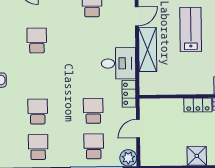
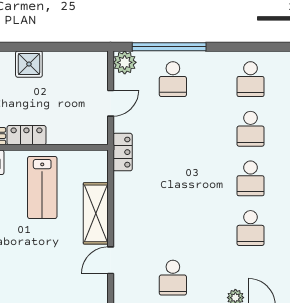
lab bench: (191, 30) -> (42, 187), moved
desk: (118, 63) -> (137, 195), removed
school desk: (93, 111) -> (251, 178), moved

